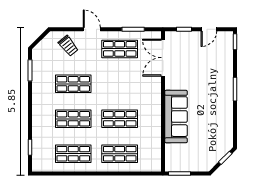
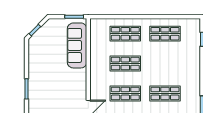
sofa: (176, 117) -> (77, 45), moved
shop shelf: (73, 119) -> (125, 93), moved

